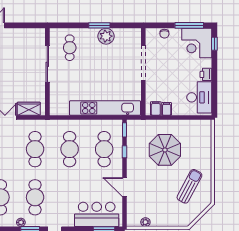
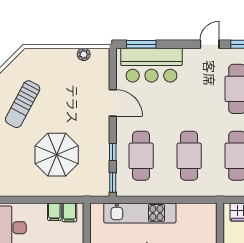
kitchen unit: (105, 108) -> (140, 213), width x0.73

